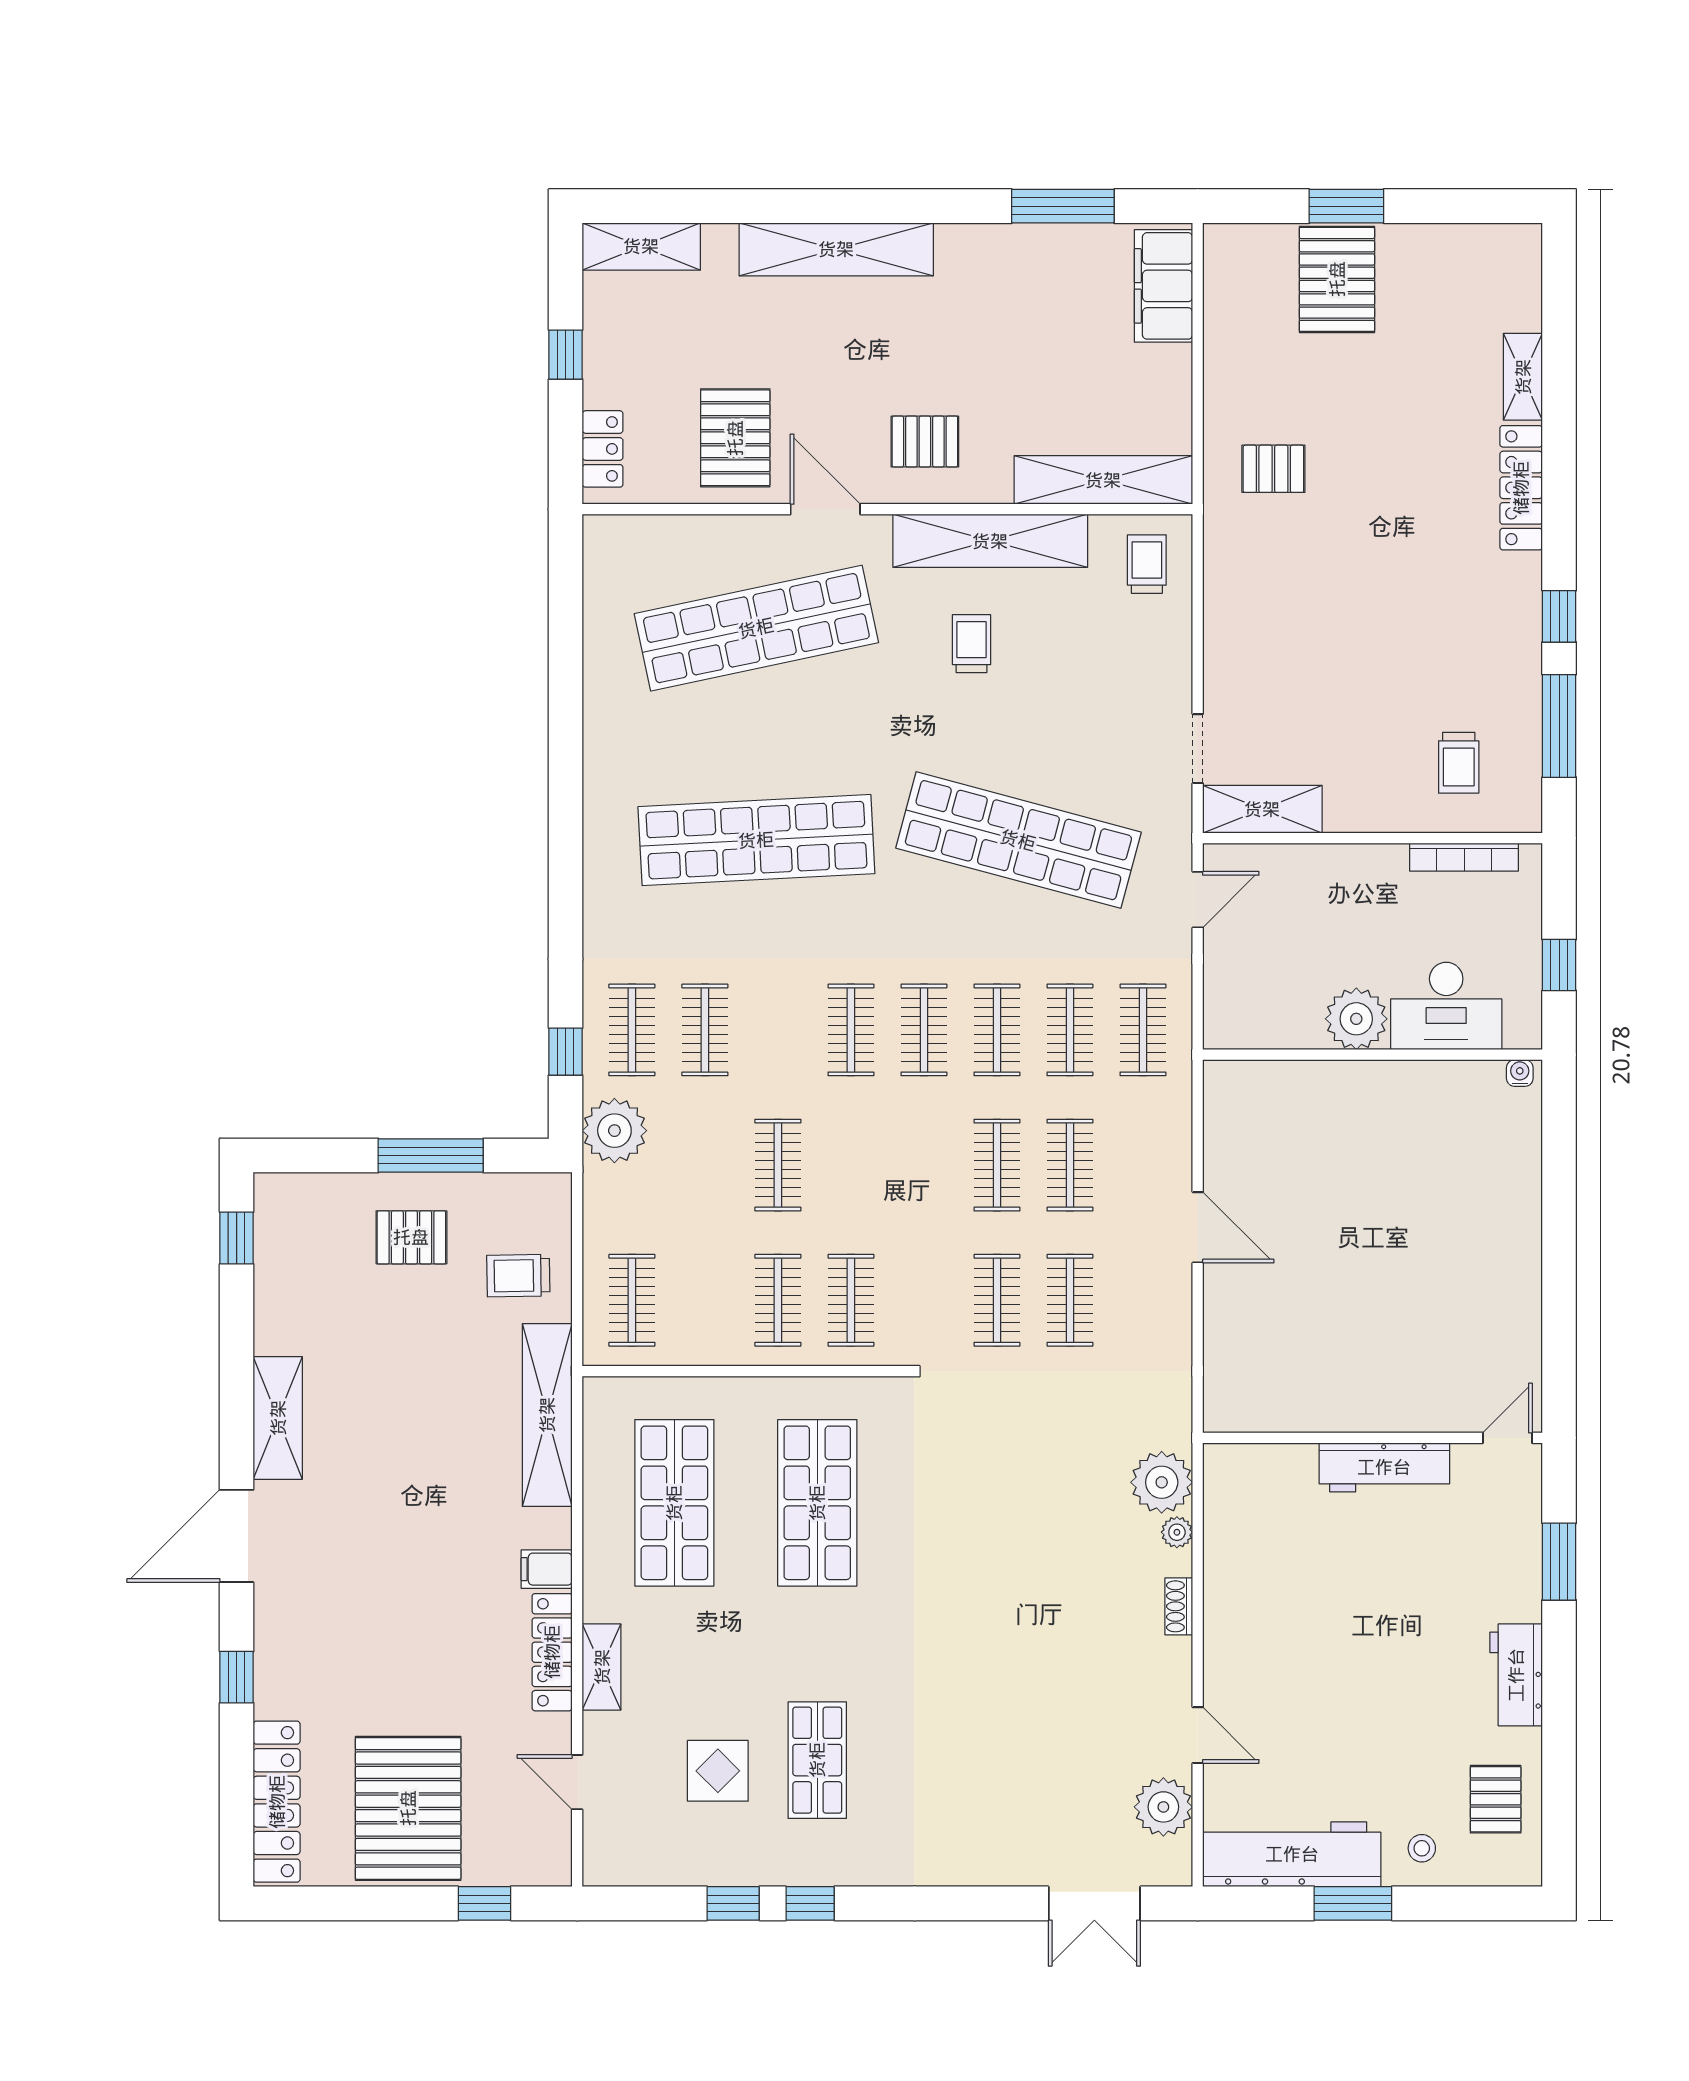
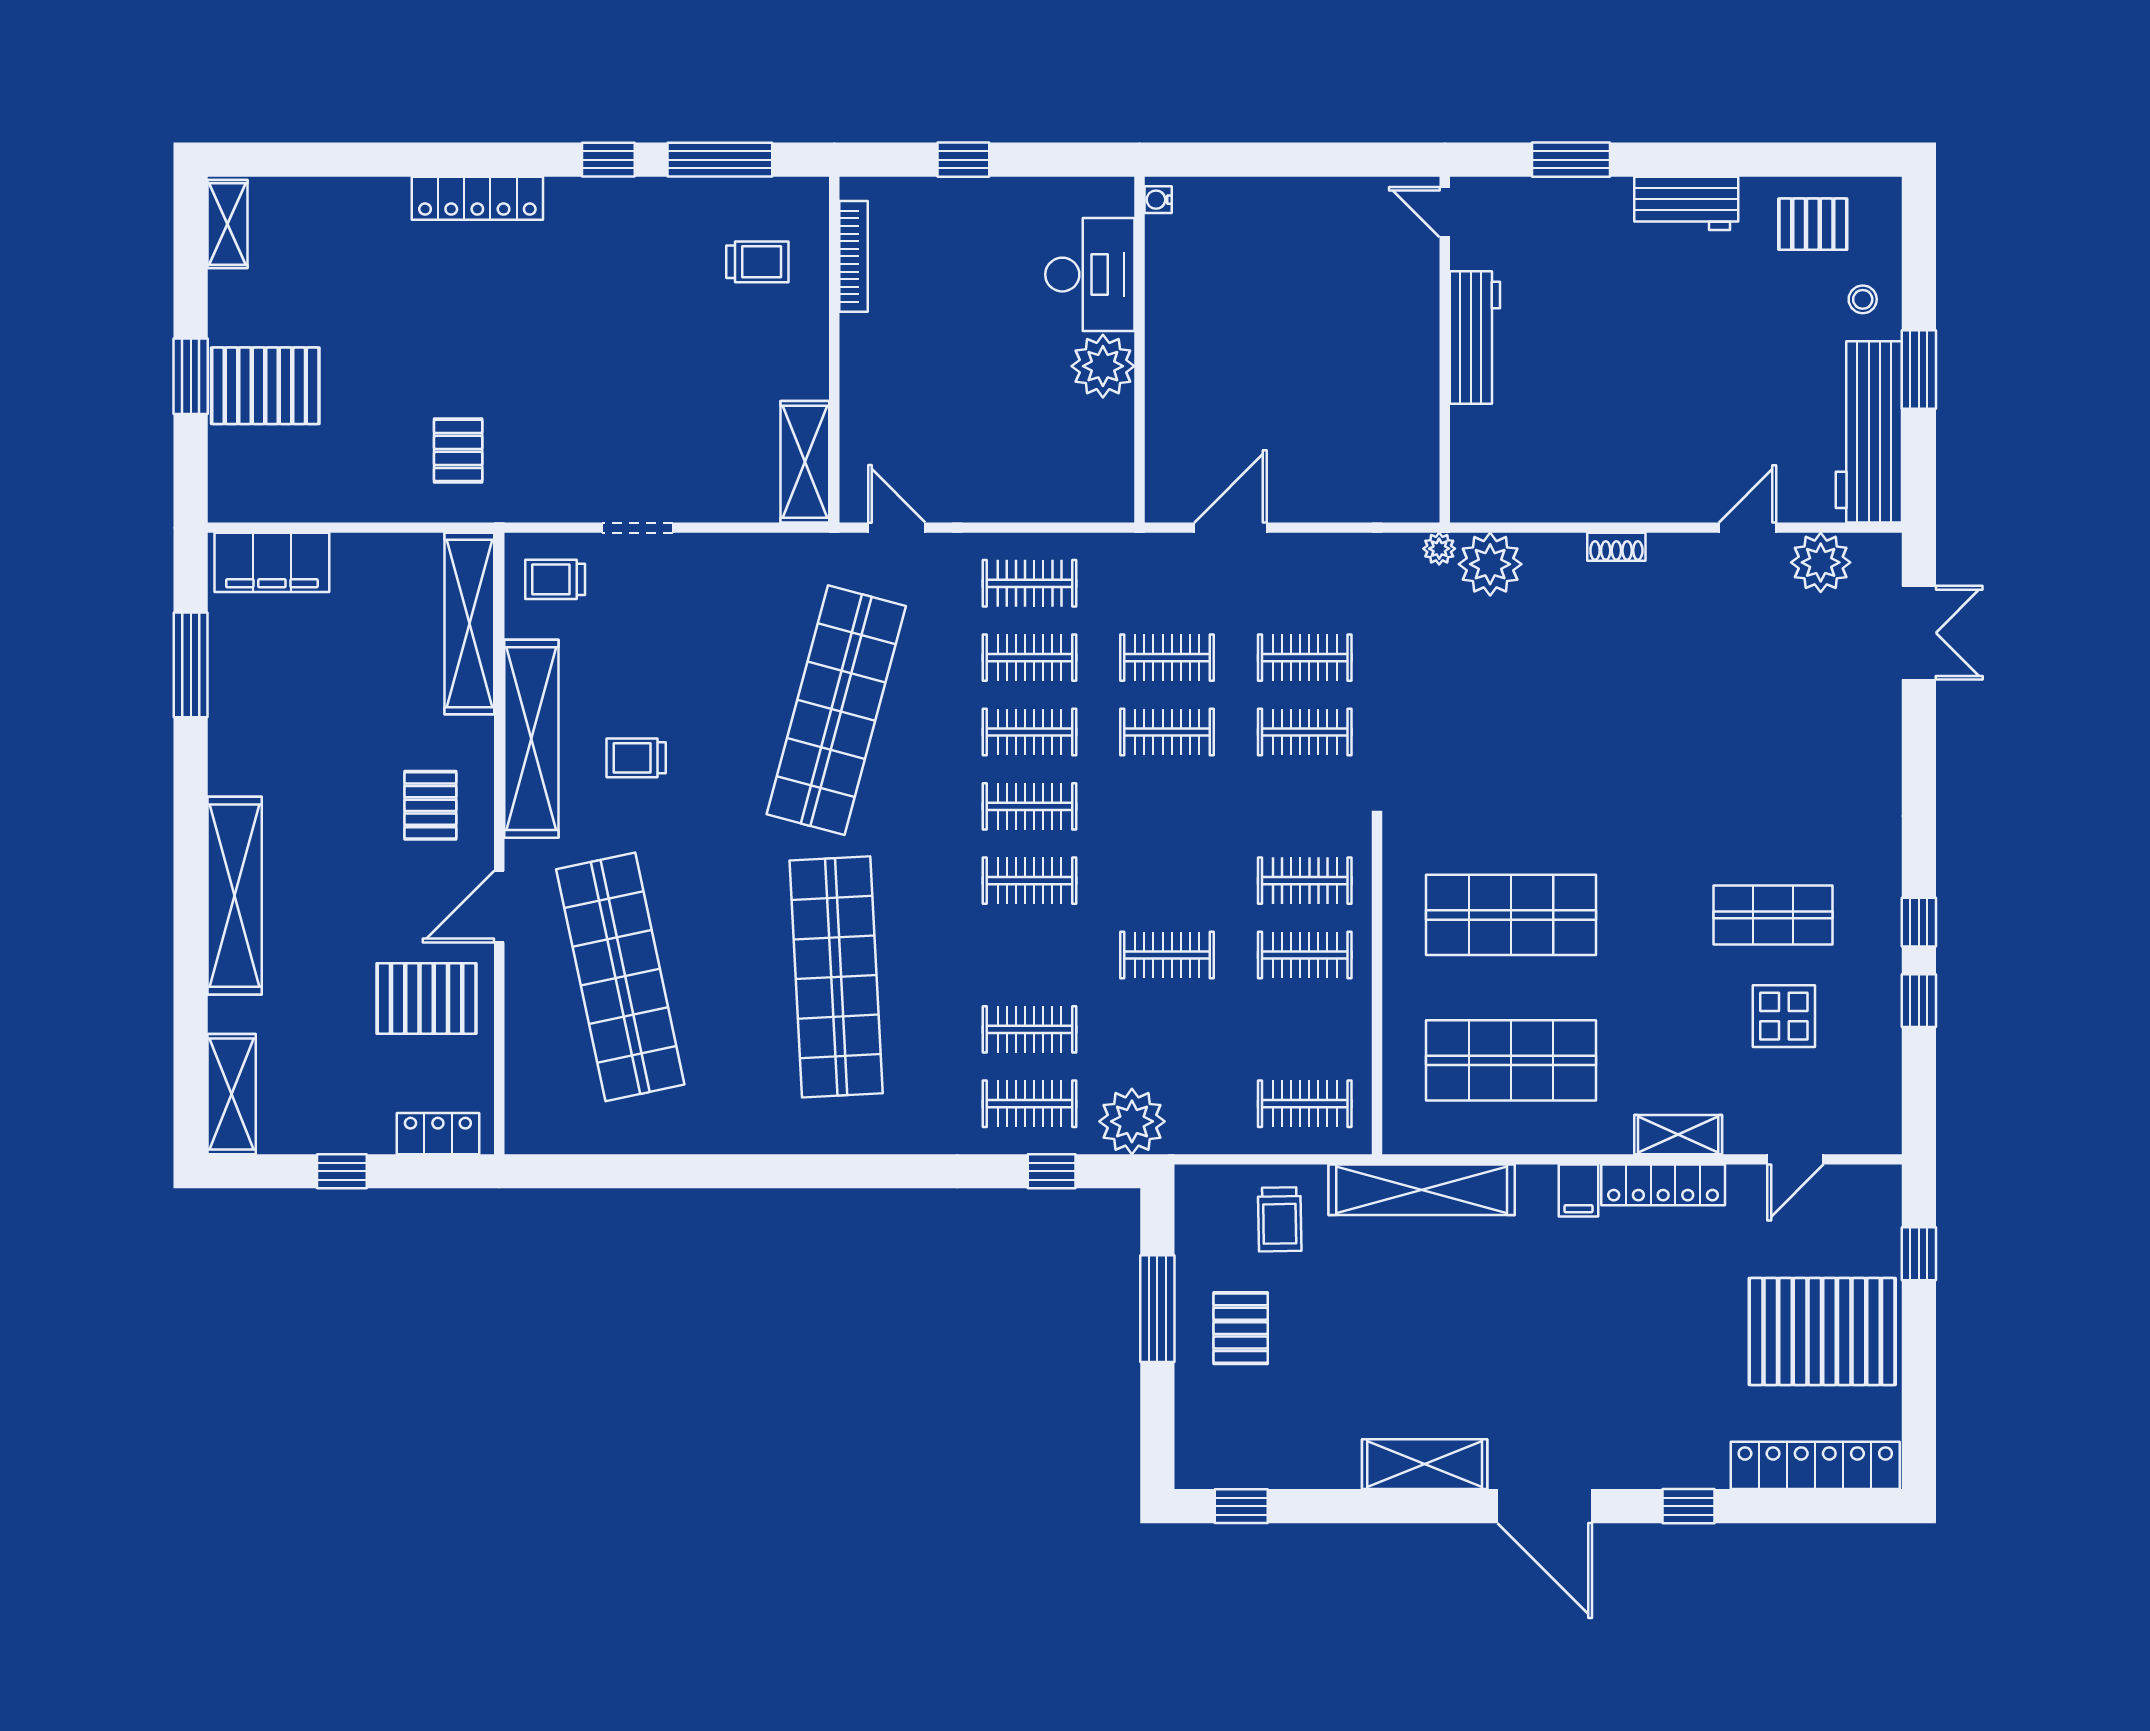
shelving: (1523, 377) -> (227, 224), moved, turned 90
doorway: (1198, 749) -> (637, 528), moved
desk: (1446, 1006) -> (1090, 275), moved
plant: (1356, 1019) -> (1103, 366), moved
wall: (1373, 1055) -> (1140, 350), moved
water cooler: (1520, 1073) -> (1158, 200), moved
plant: (1177, 1532) -> (1439, 549), moved

